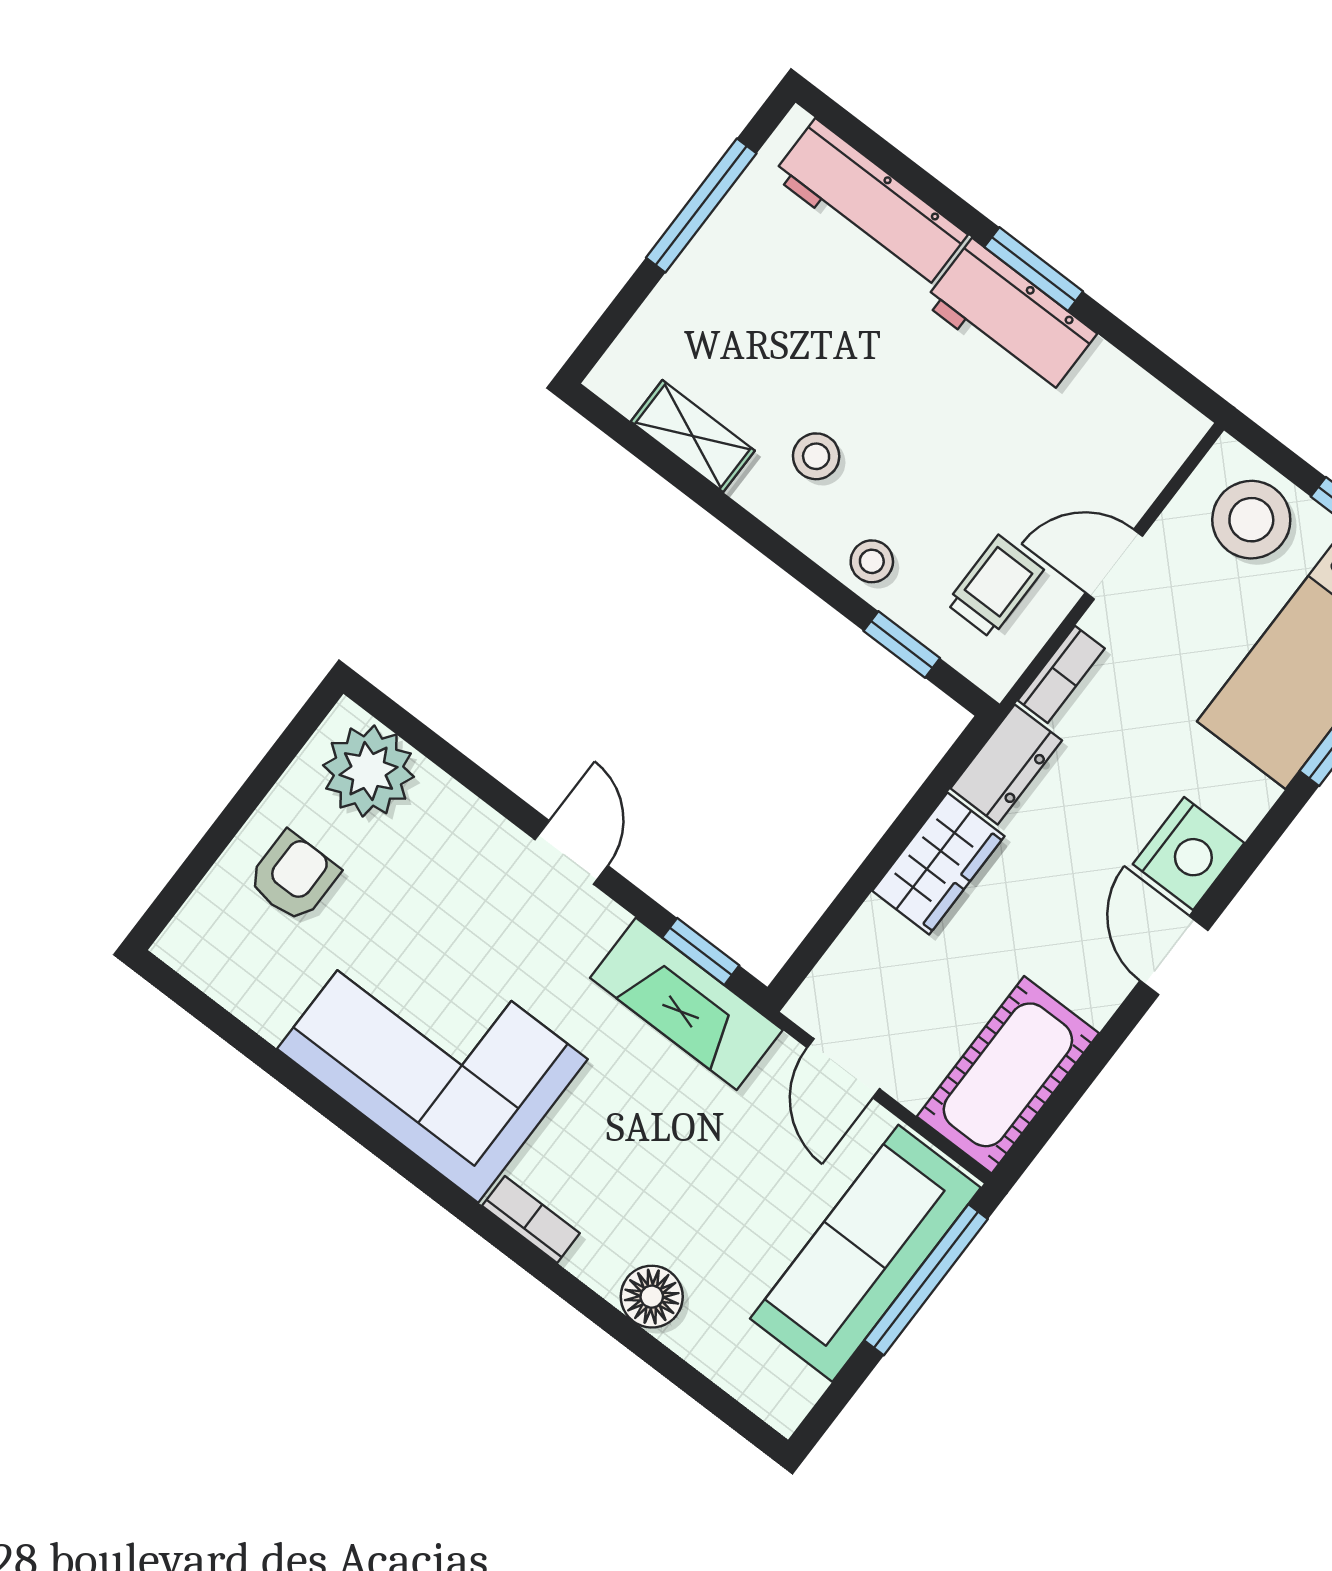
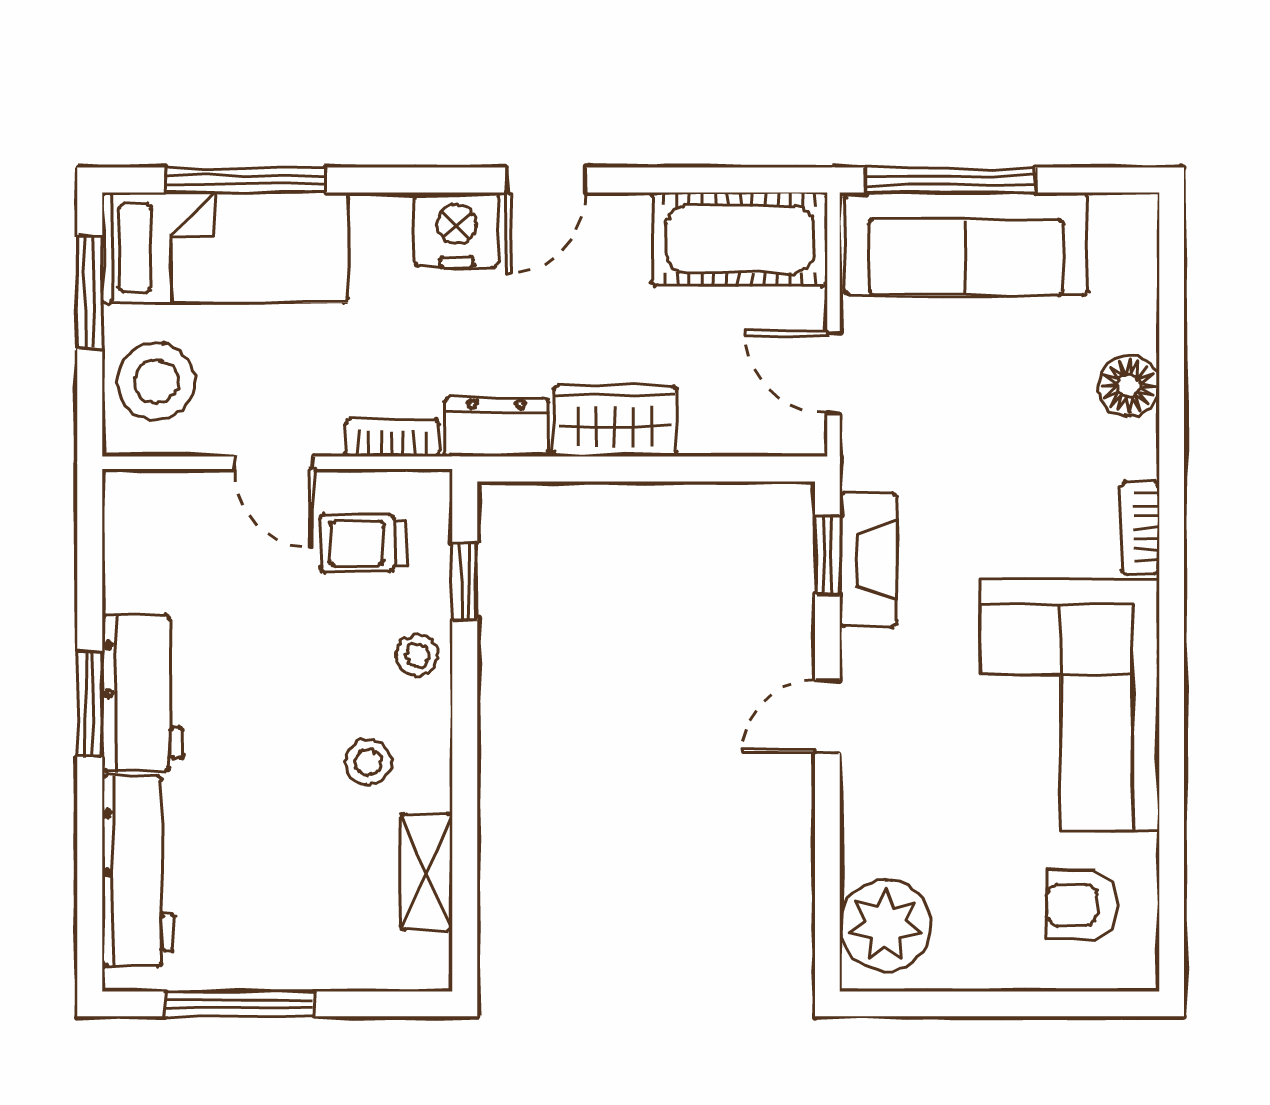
armchair: (293, 877) -> (1081, 905), moved
fireplace: (686, 1004) -> (868, 560), width x0.73, depth x0.76
door: (843, 1068) -> (834, 373), swing flipped

